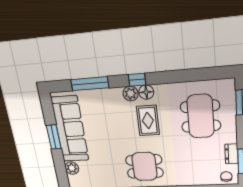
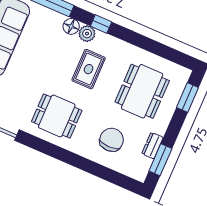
floor lamp: (146, 92) -> (71, 26), moved
chair: (226, 177) -> (112, 140), moved, width x1.87, depth x1.87

